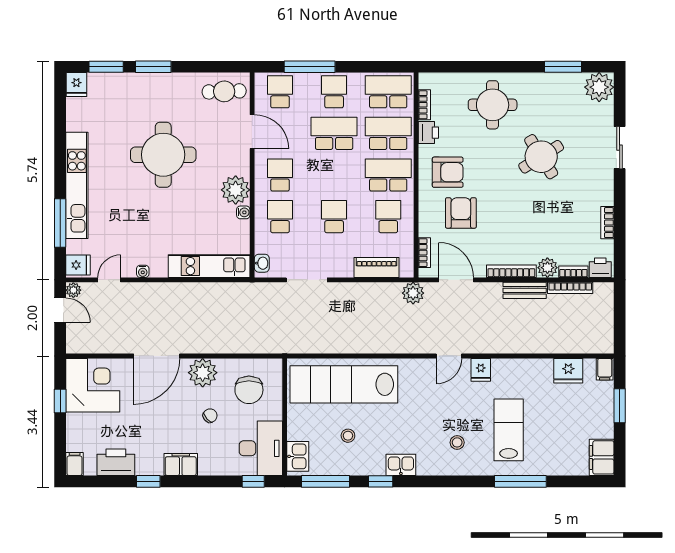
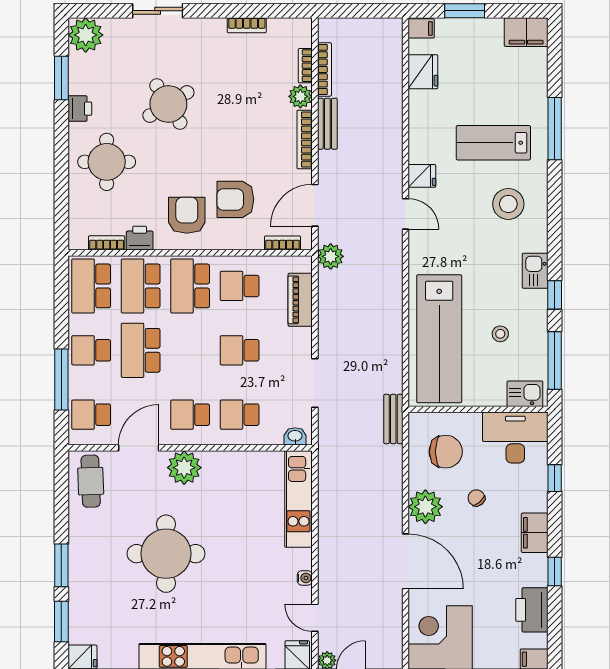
plant: (236, 190) -> (184, 468), moved
water cooler: (243, 212) -> (235, 458), removed
printer: (600, 268) -> (80, 109), moved, turned 180
bench: (276, 346) -> (393, 419), added
stool: (457, 442) -> (508, 204), width x1.89, depth x1.89
window: (253, 481) -> (555, 478), moved

